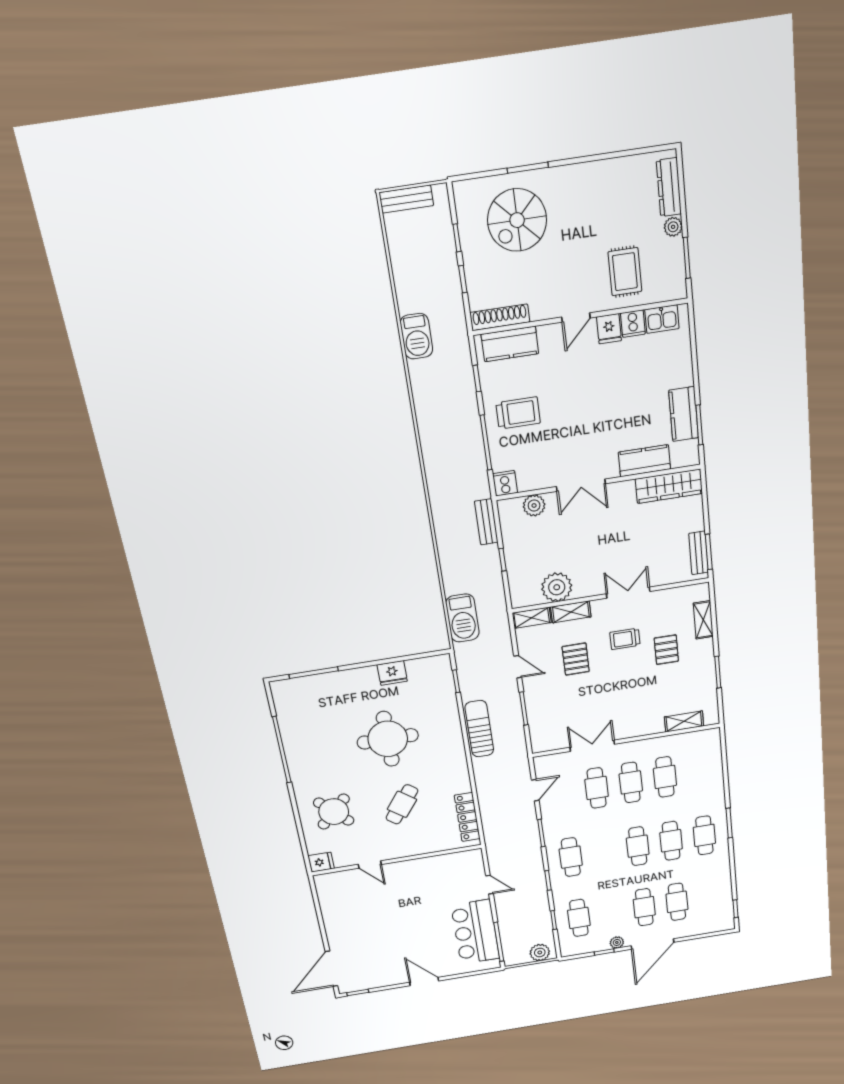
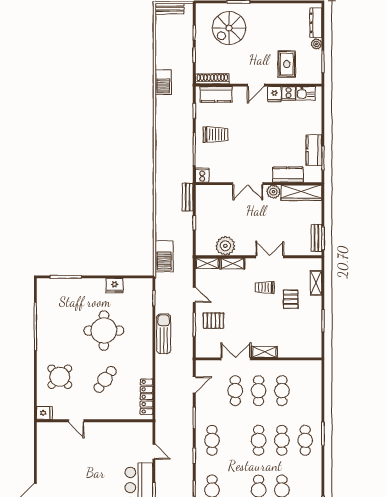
plant: (534, 505) -> (273, 192), moved
pallet: (576, 659) -> (213, 321), moved, turned 90
shelving: (684, 721) -> (264, 352), moved

